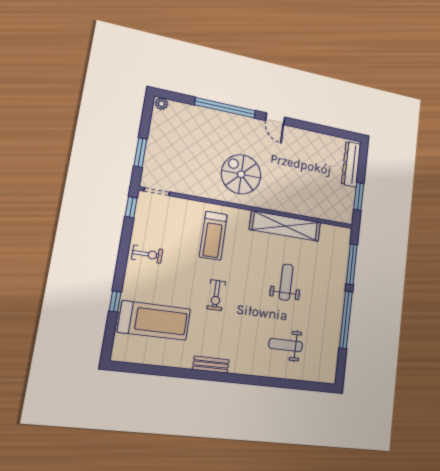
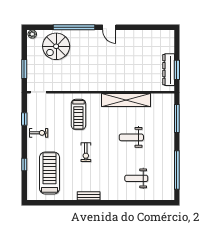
dresser: (351, 164) -> (169, 70), moved
spiral stairs: (241, 174) -> (56, 46), moved, turned -90
window: (131, 207) -> (24, 119), moved
weight bench: (286, 282) -> (131, 137), turned -90
treadmill: (154, 320) -> (49, 173), turned -90
window: (346, 320) -> (177, 170), moved

